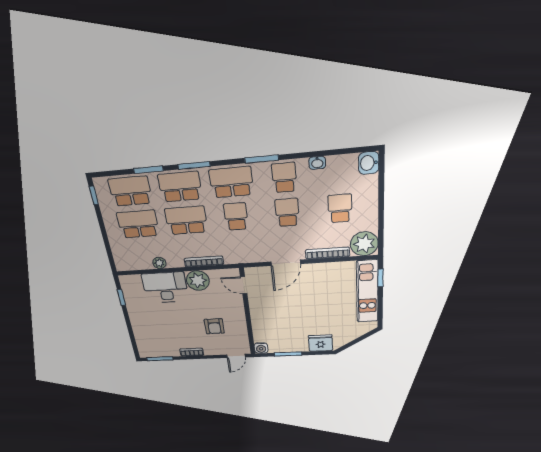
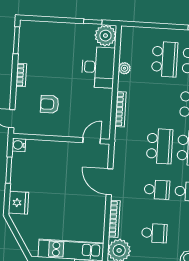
school desk: (236, 216) -> (160, 146), width x1.85
school desk: (186, 220) -> (162, 103), removed
plant: (198, 281) -> (105, 36), moved

